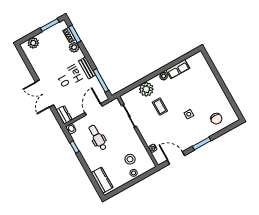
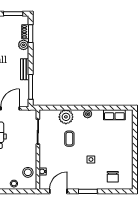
row of seats: (178, 69) -> (114, 115), moved
door: (176, 158) -> (58, 191), hinge flipped
stool: (130, 159) -> (28, 172), moved

